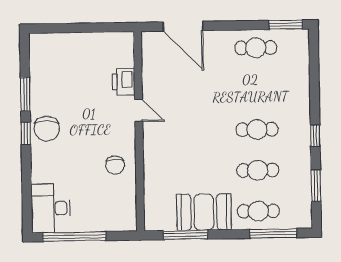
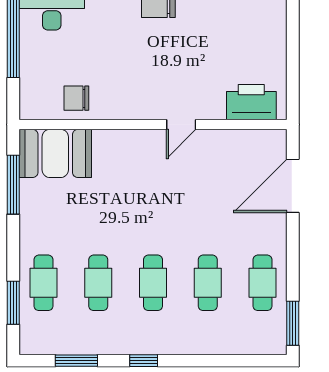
printer: (124, 82) -> (251, 102), moved, width x1.37, depth x1.19
cafe table: (256, 89) -> (208, 283), added
chair: (115, 165) -> (76, 98), moved
booth: (204, 212) -> (55, 153), moved, turned 90
window: (273, 233) -> (13, 303), width x0.69

